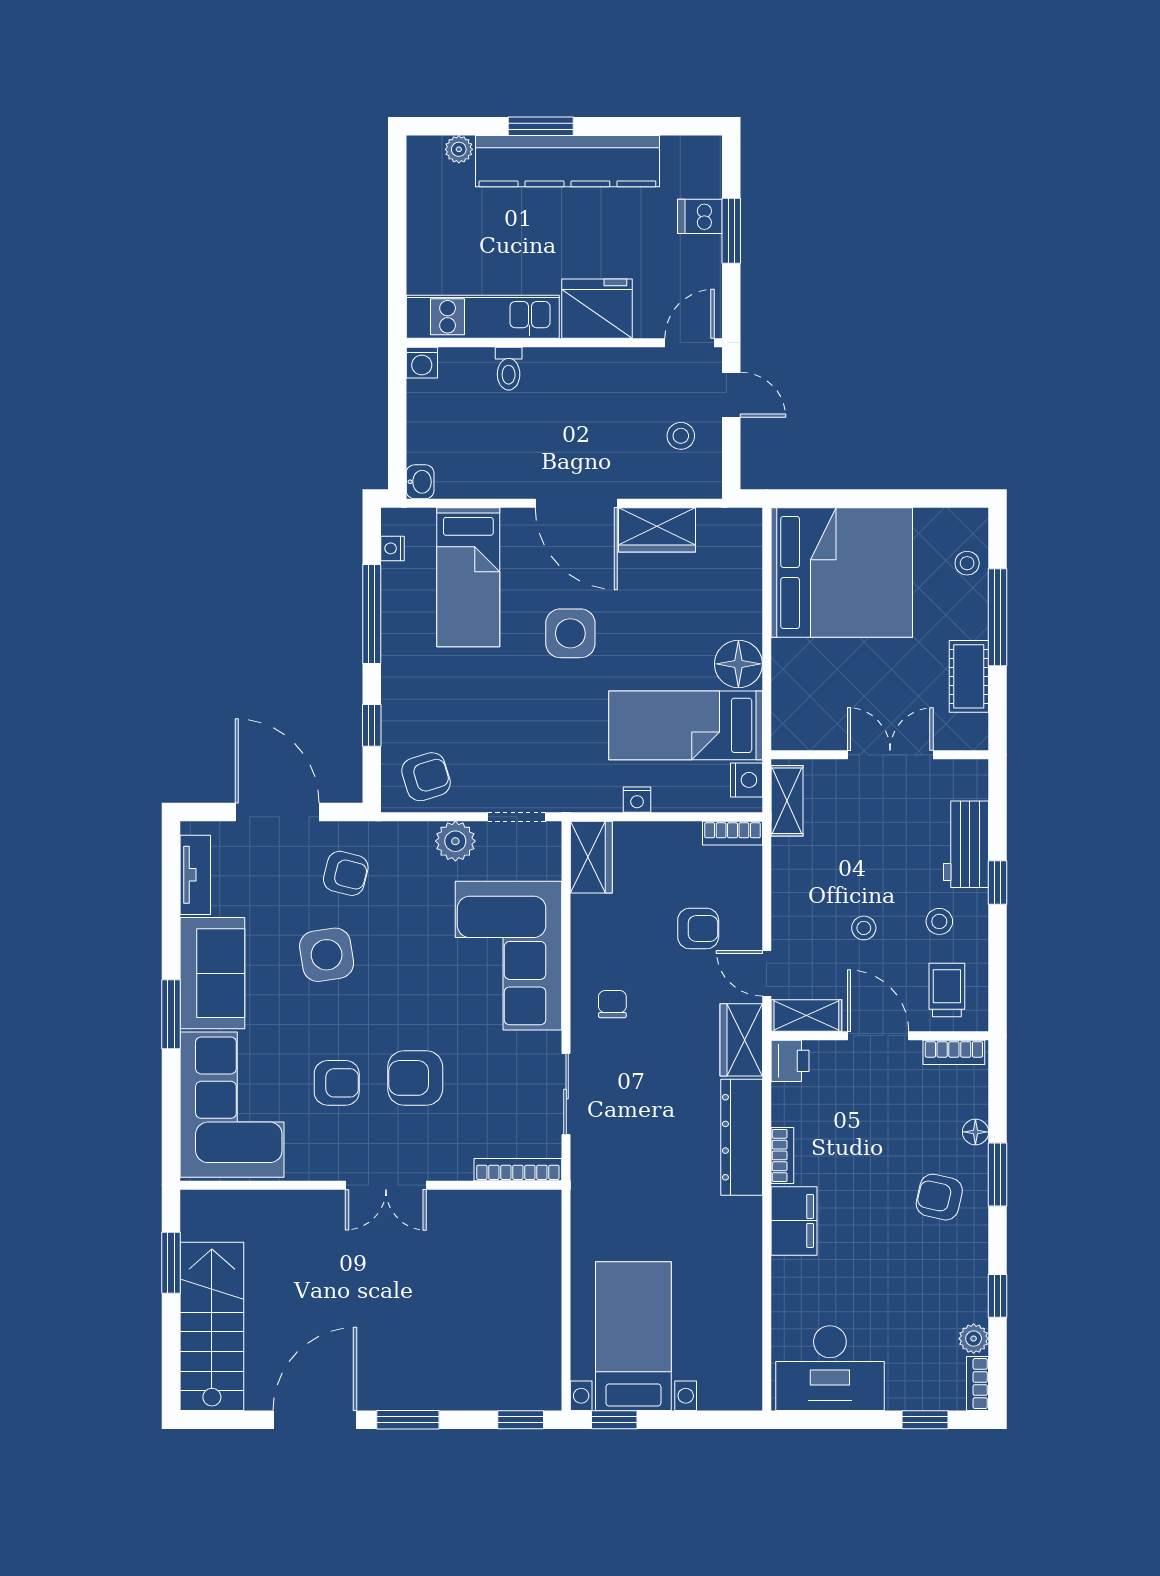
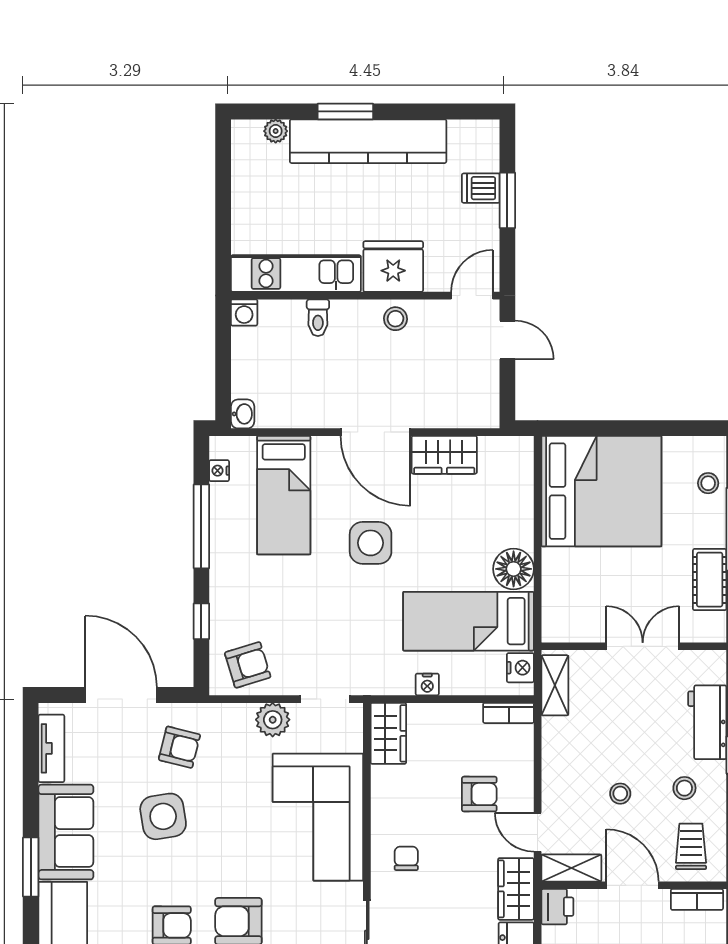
stool: (681, 436) -> (395, 319), moved

